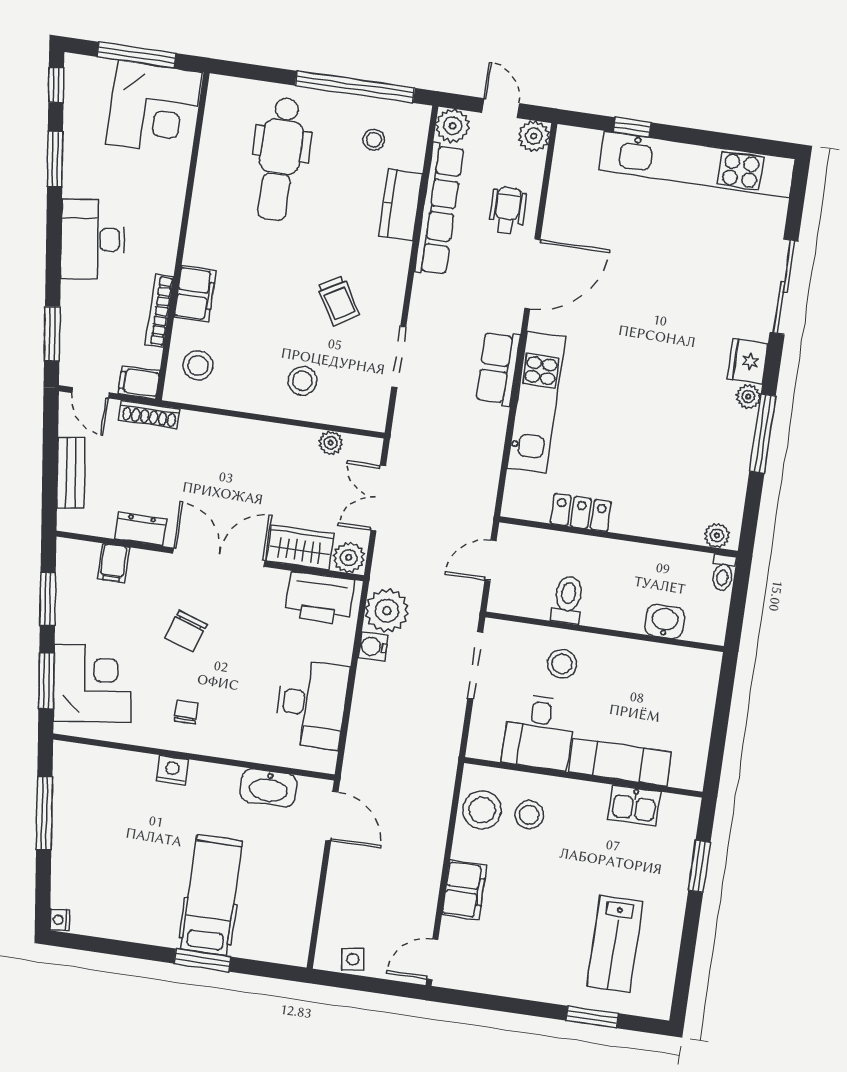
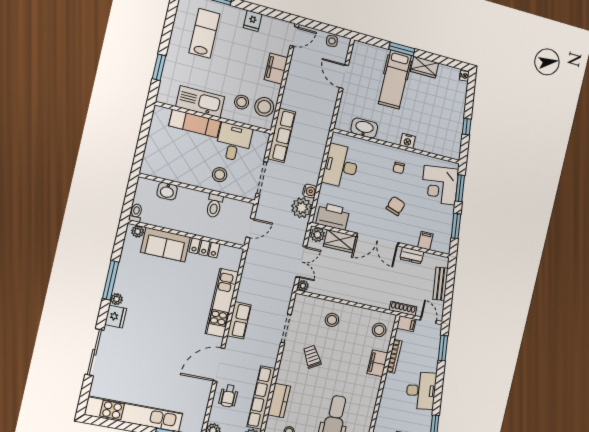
plant: (331, 443) -> (303, 286), moved
sofa: (660, 513) -> (166, 245), added
row of seats: (441, 755) -> (282, 135), added
kitchen sink: (634, 806) -> (200, 102), width x1.87, depth x1.24
window: (44, 813) -> (467, 127), width x0.46
door: (332, 816) -> (344, 77), moved
wardrobe: (149, 928) -> (425, 67), added
fridge: (520, 980) -> (253, 21), added

